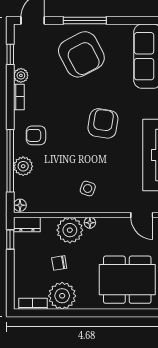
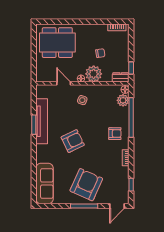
armchair: (81, 54) -> (86, 185), turned 52
plant: (21, 75) -> (124, 171), removed
armchair: (103, 123) -> (73, 141), turned -125
plant: (23, 166) -> (123, 100), moved
door: (142, 215) -> (64, 83), moved
plant: (62, 296) -> (98, 32), removed

